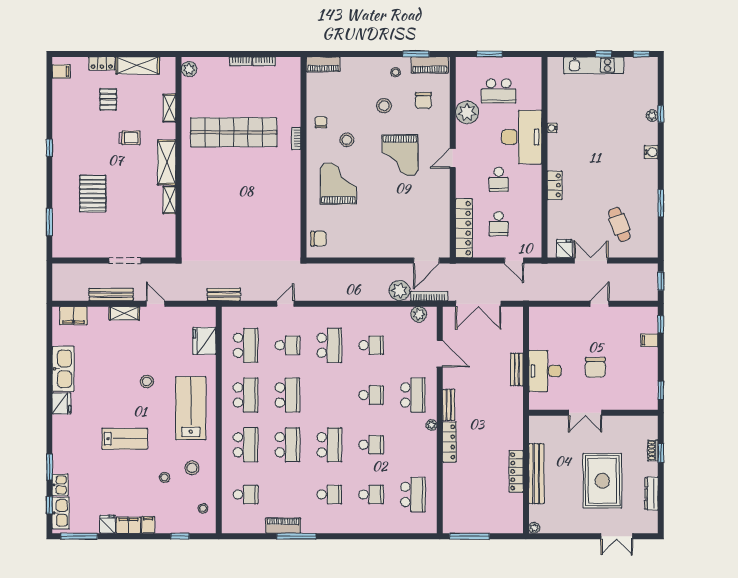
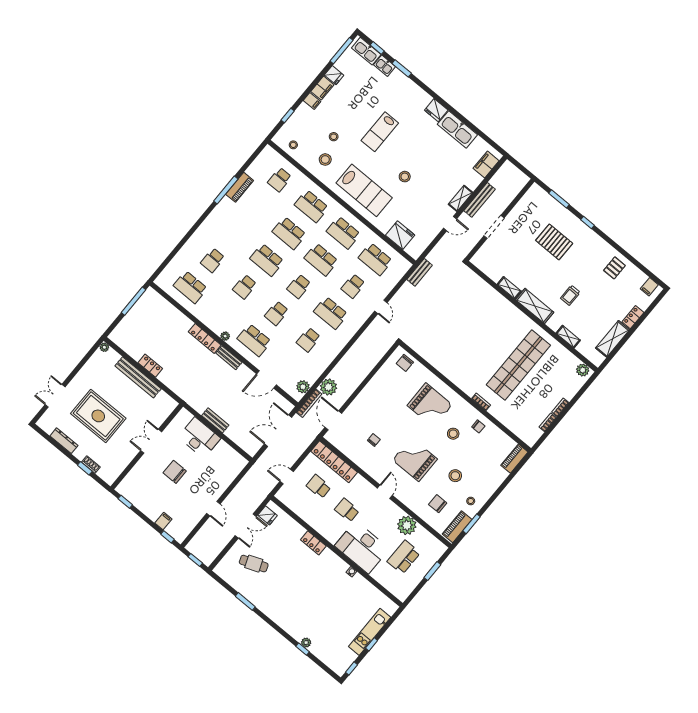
pallet: (108, 99) -> (614, 268), moved, turned 90
window: (49, 148) -> (587, 223), moved
water cooler: (651, 152) -> (283, 623), removed
chair: (414, 208) -> (374, 440), added
locker: (516, 471) -> (150, 366), width x0.66
school desk: (329, 495) -> (299, 286), moved

